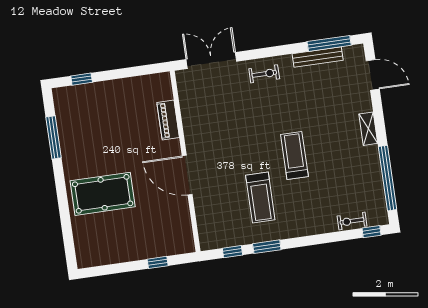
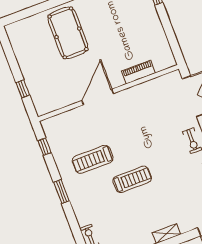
window: (267, 247) -> (61, 191), moved

